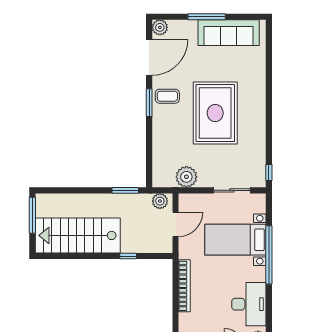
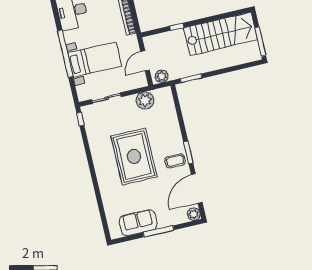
sofa: (229, 33) -> (138, 223), width x0.73

